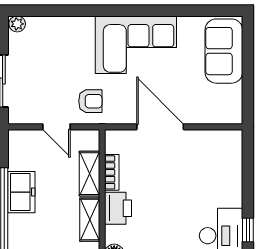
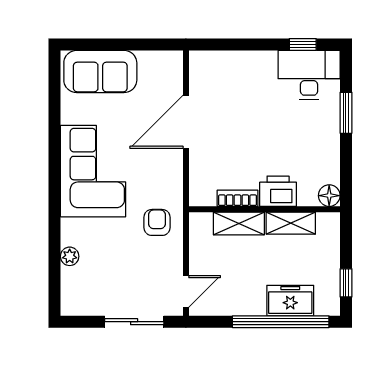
plant: (17, 24) -> (70, 256), moved
door: (56, 127) -> (186, 291), moved
door: (160, 127) -> (186, 122), moved
freezer: (21, 192) -> (290, 301), moved

